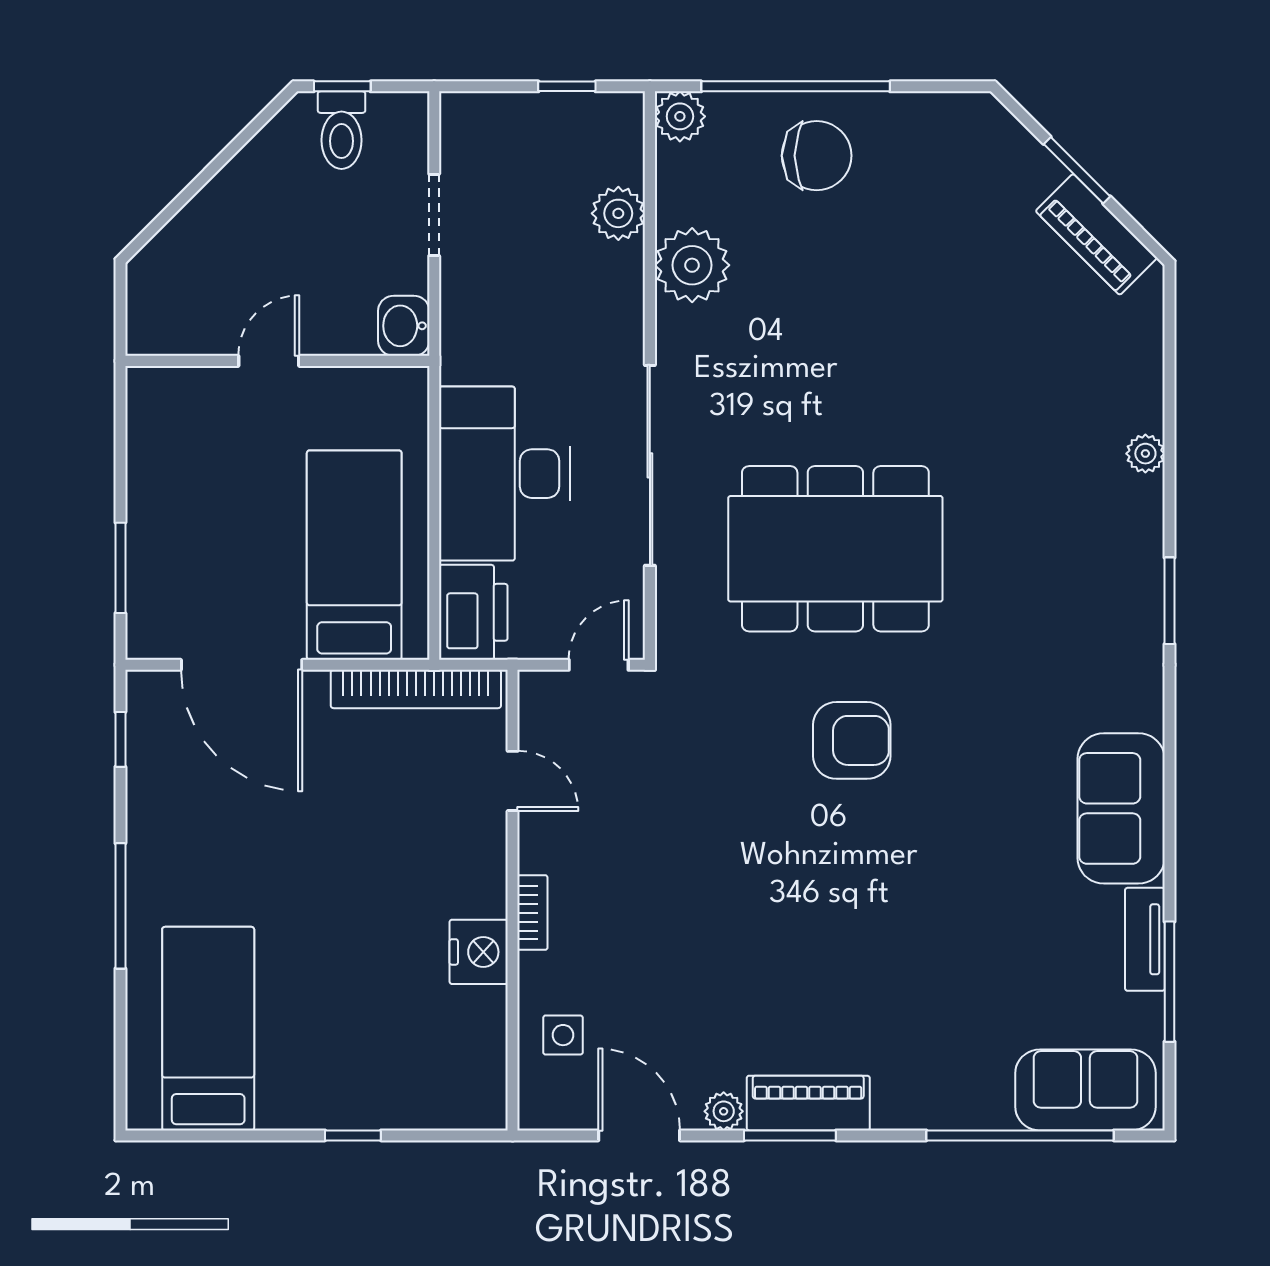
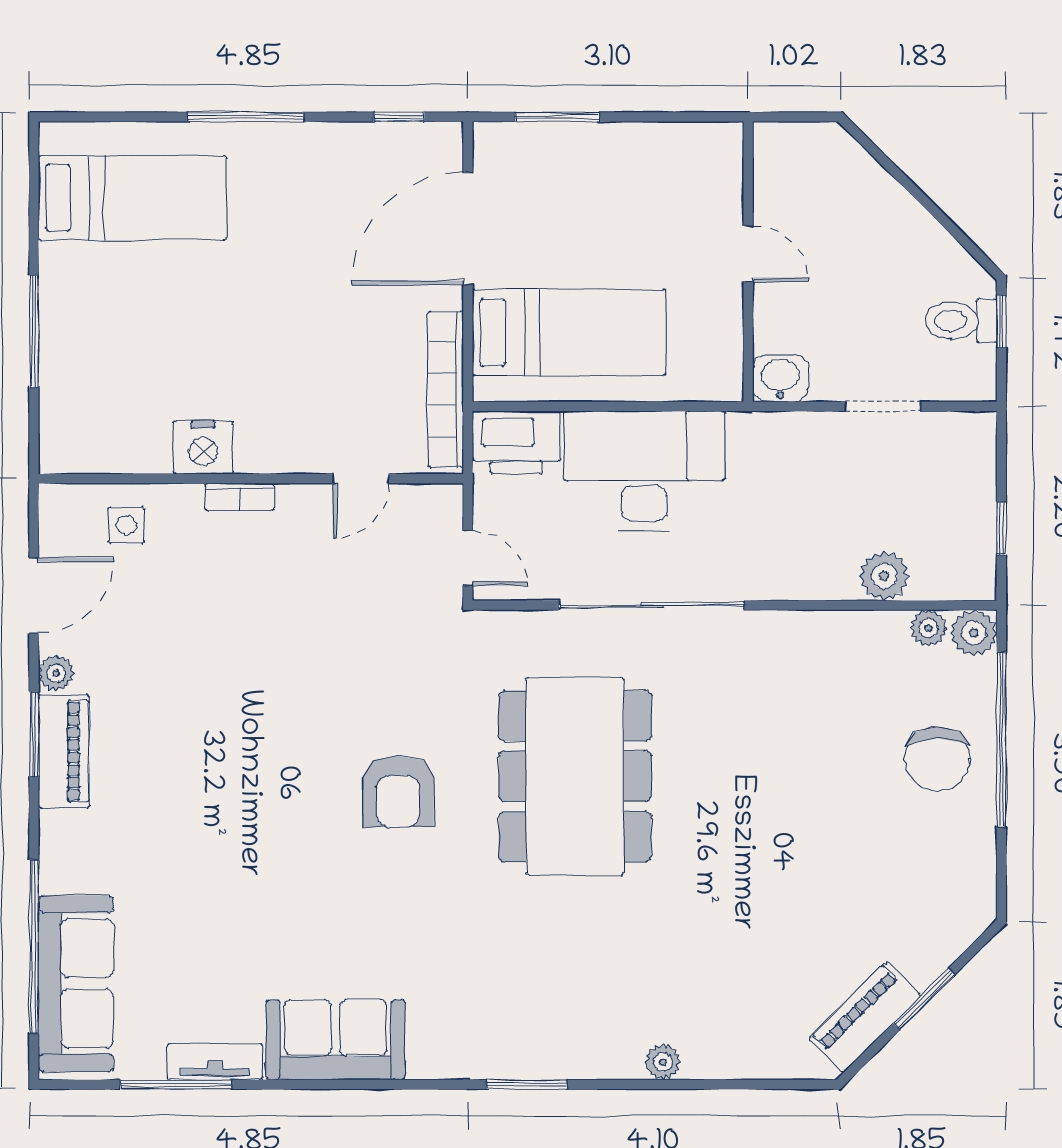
plant: (692, 265) -> (928, 628), moved, width x0.53, depth x0.53
sofa: (1085, 1090) -> (76, 984), width x1.36
window: (353, 1135) -> (34, 331), width x2.17

